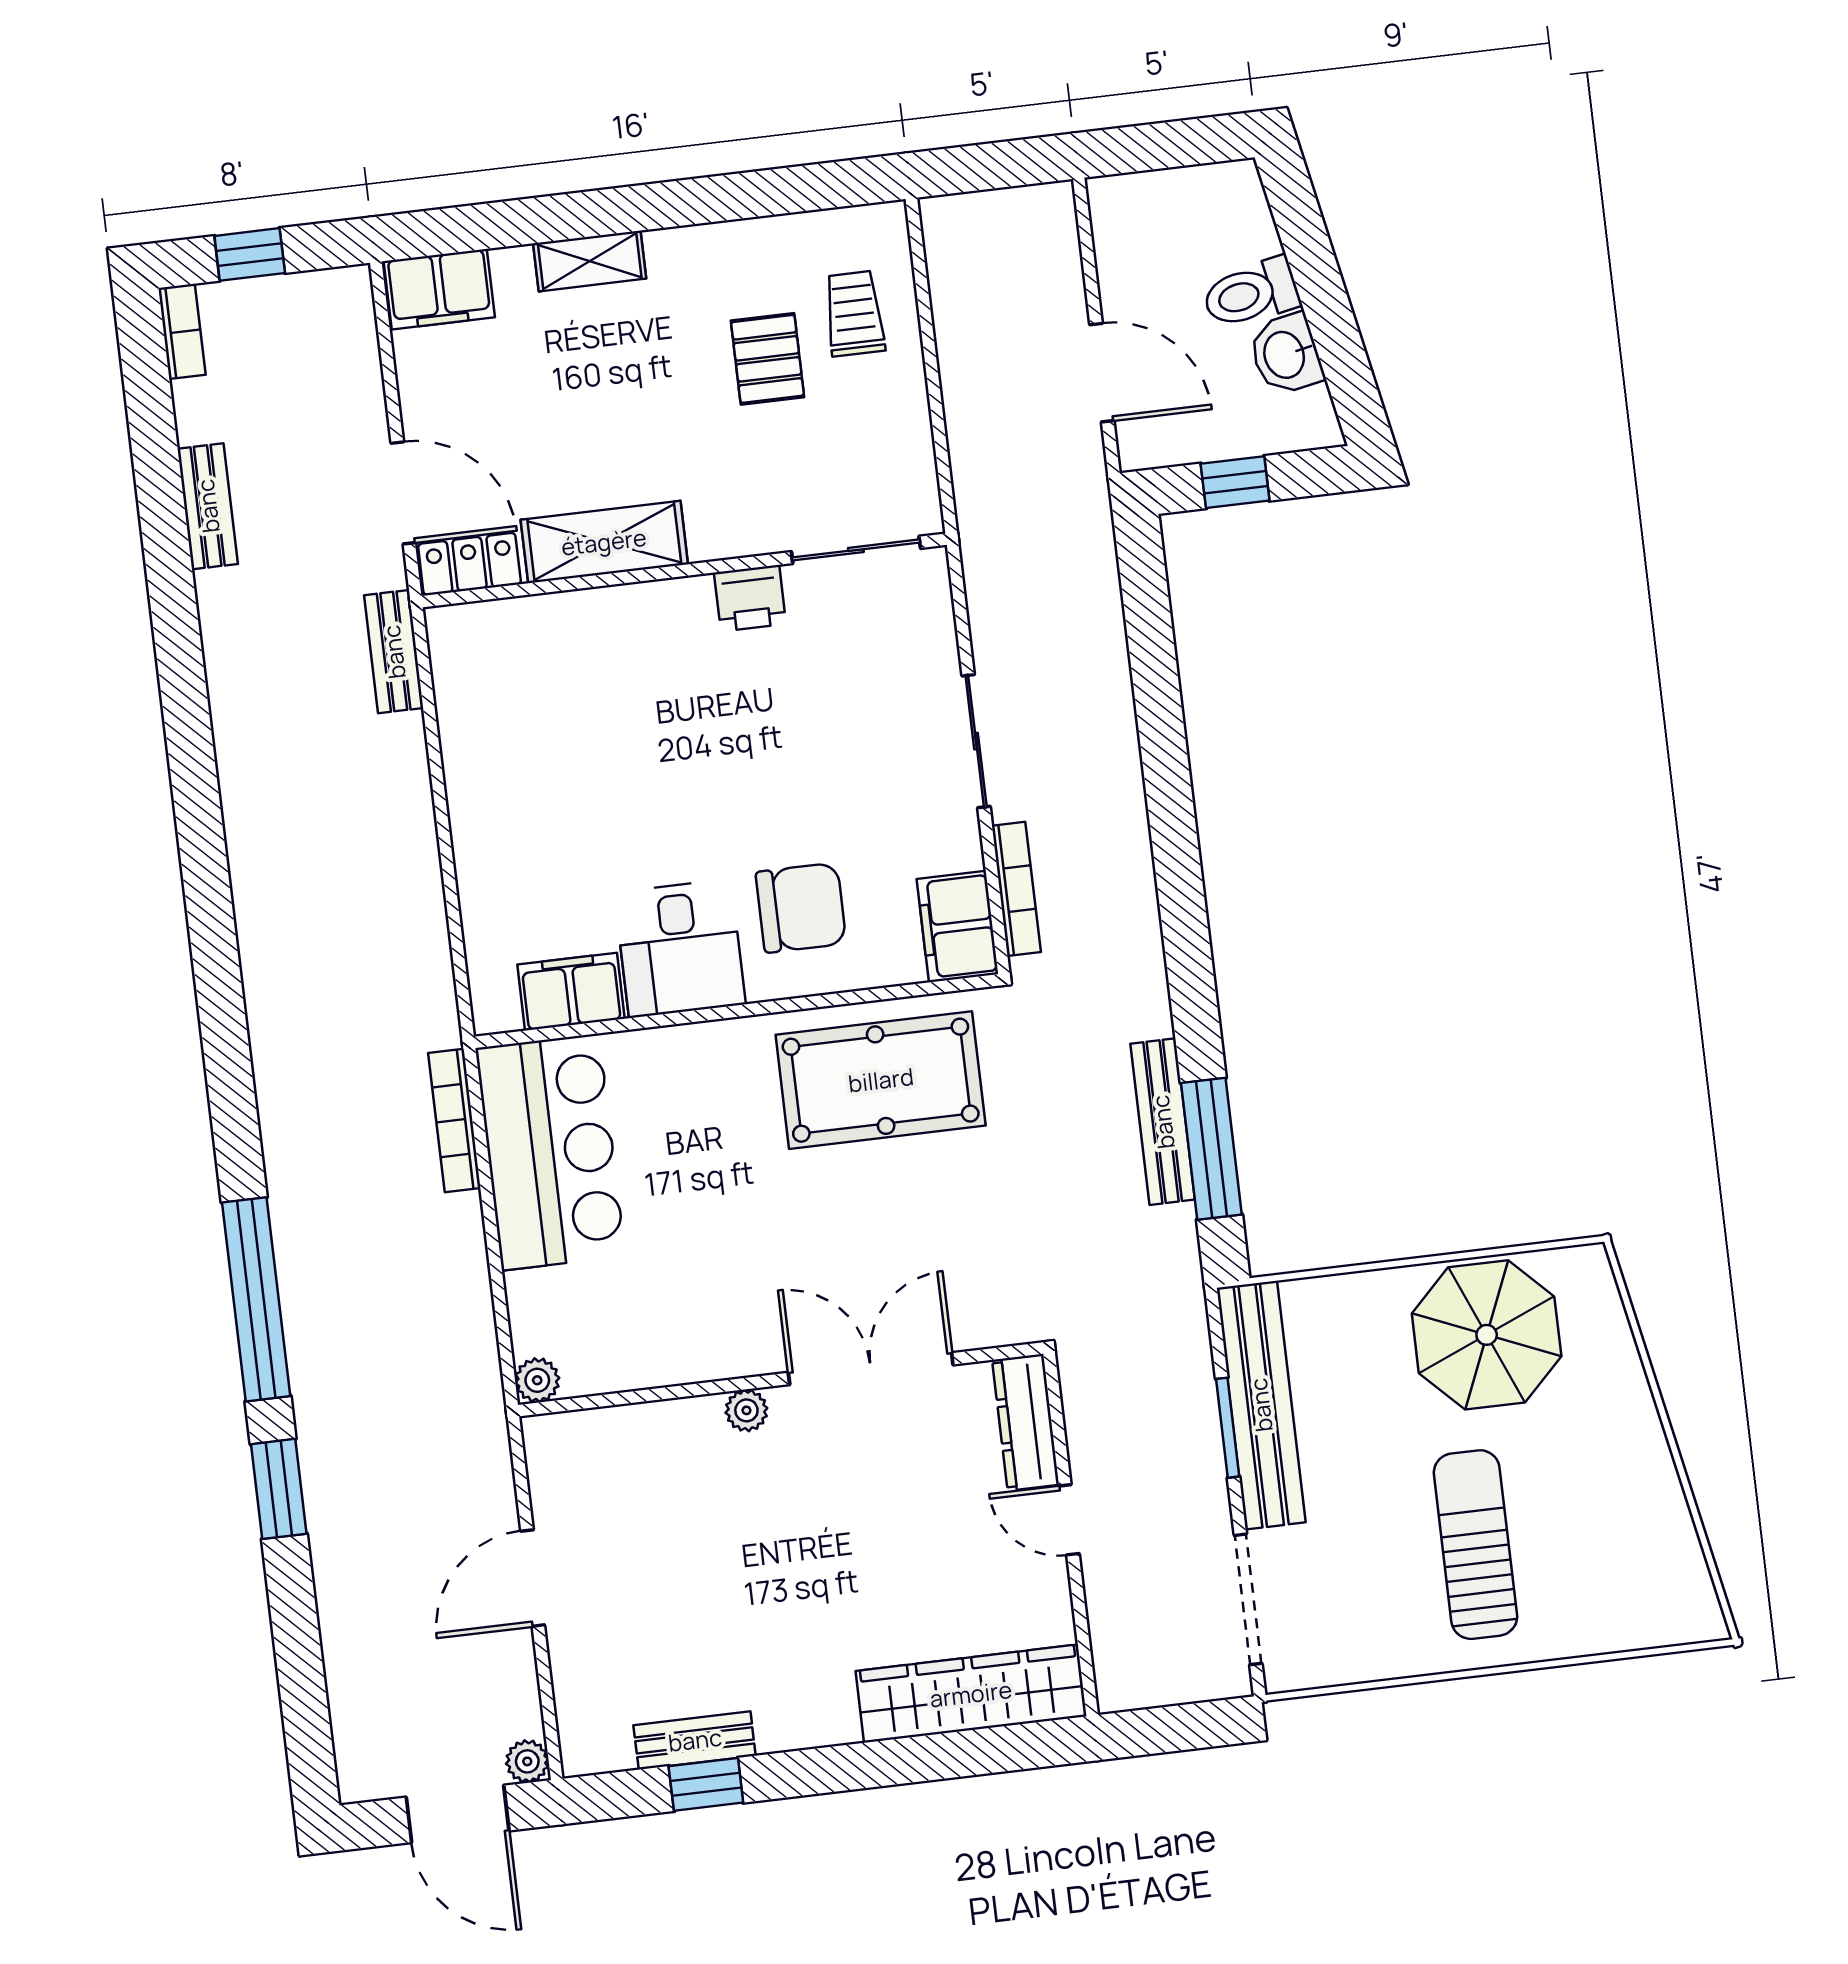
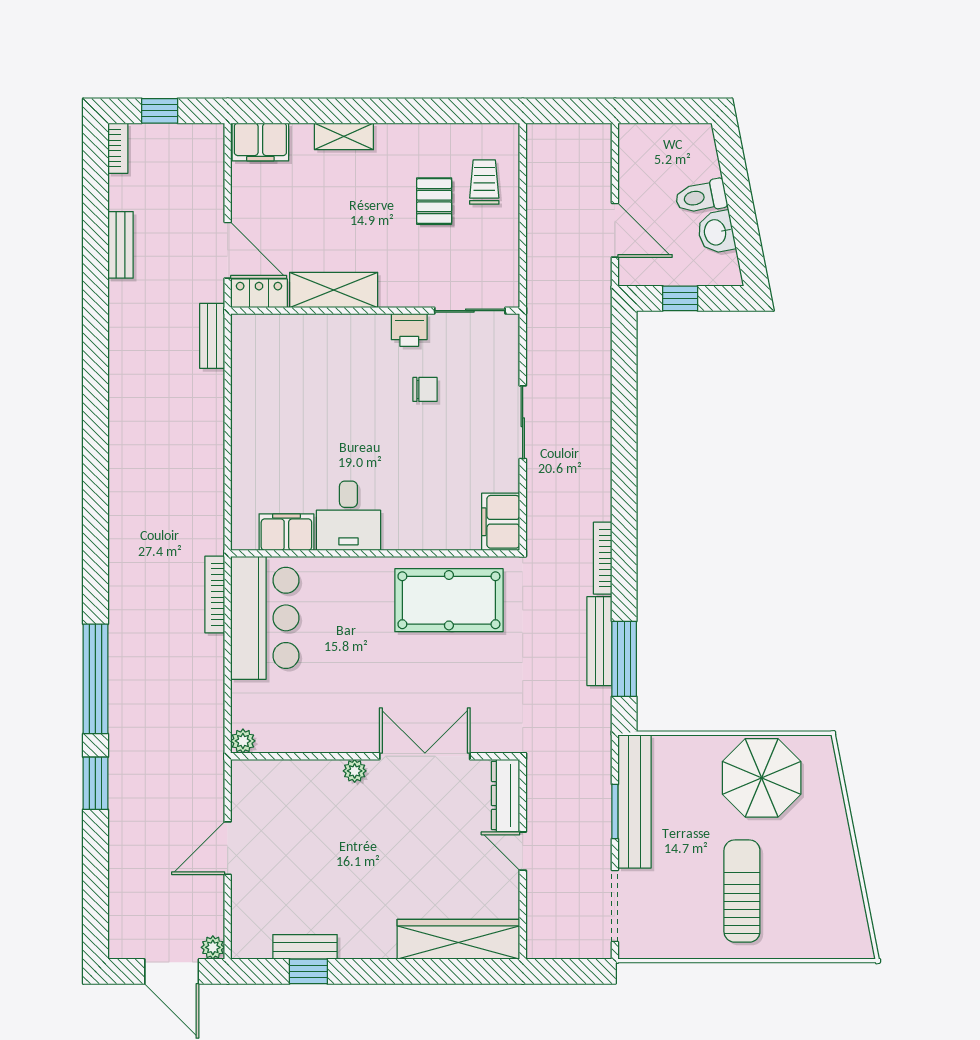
bookcase: (1016, 889) -> (603, 558), moved, turned 180
chair: (801, 908) -> (425, 389), moved, width x0.54, depth x0.54

